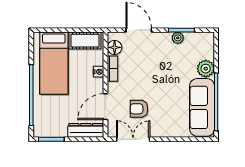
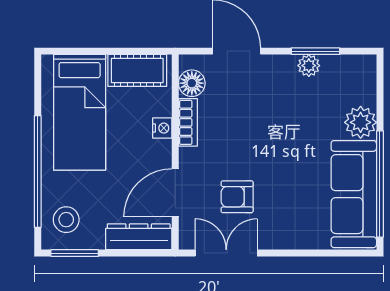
stool: (47, 121) -> (66, 220), added

